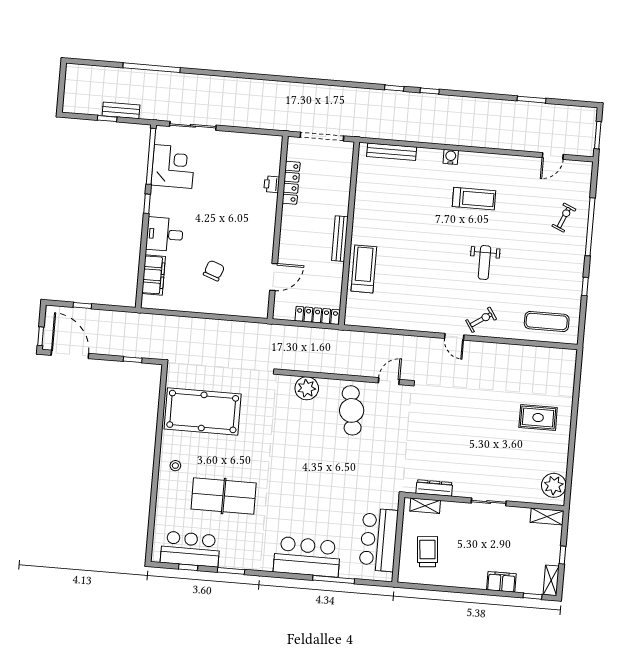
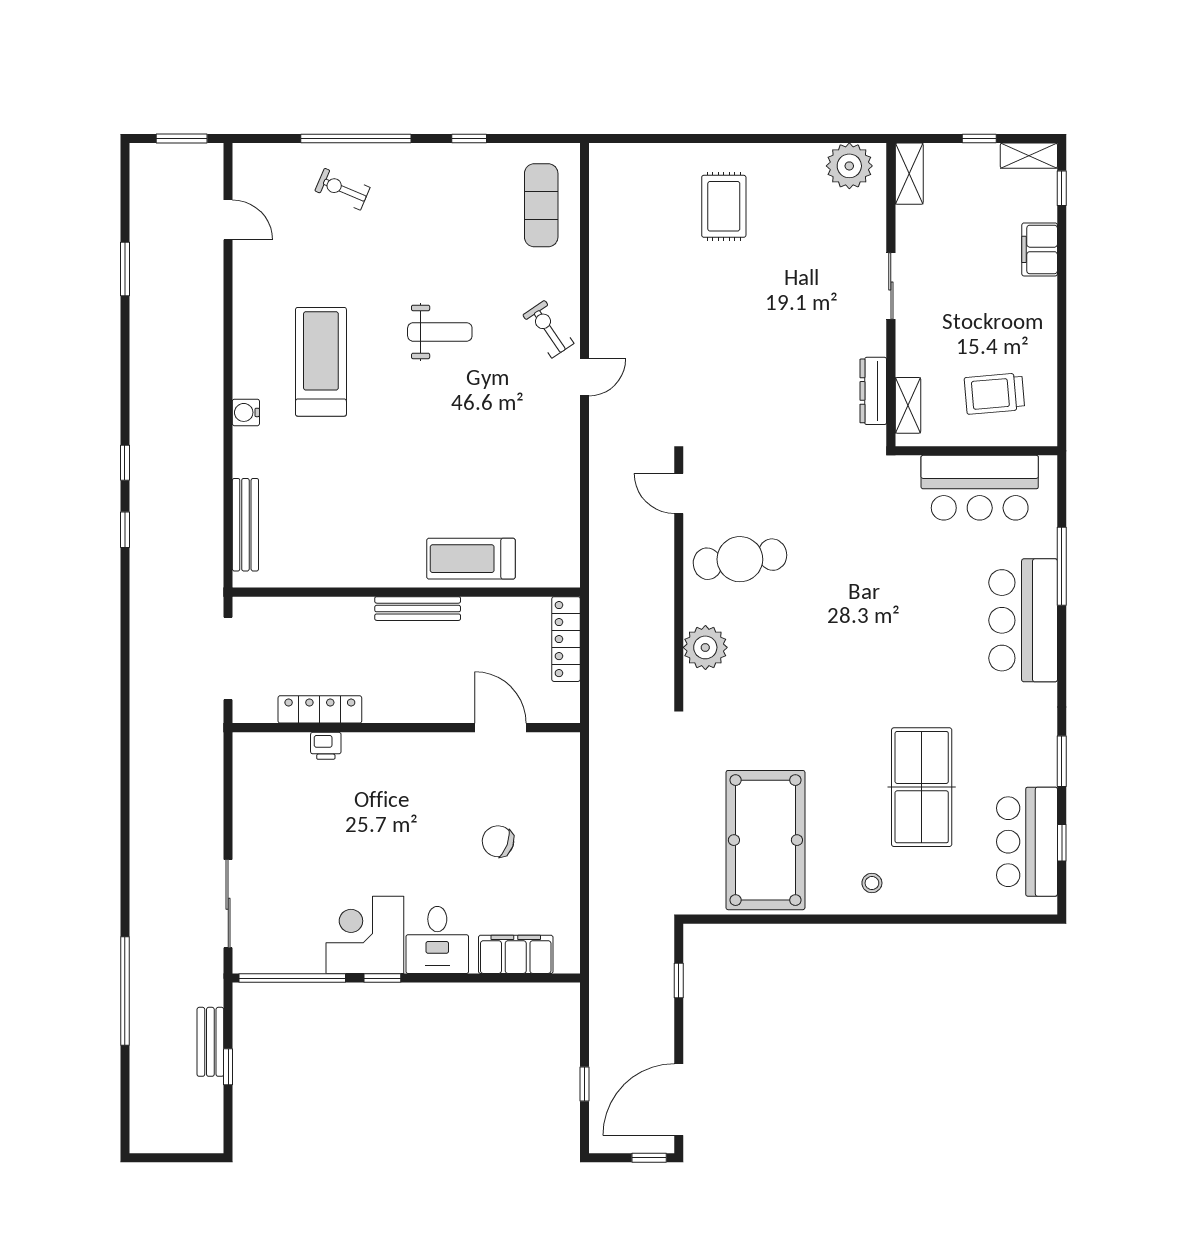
corner desk: (173, 166) -> (365, 935), moved
treadmill: (474, 199) -> (321, 362), width x1.37, depth x1.38

